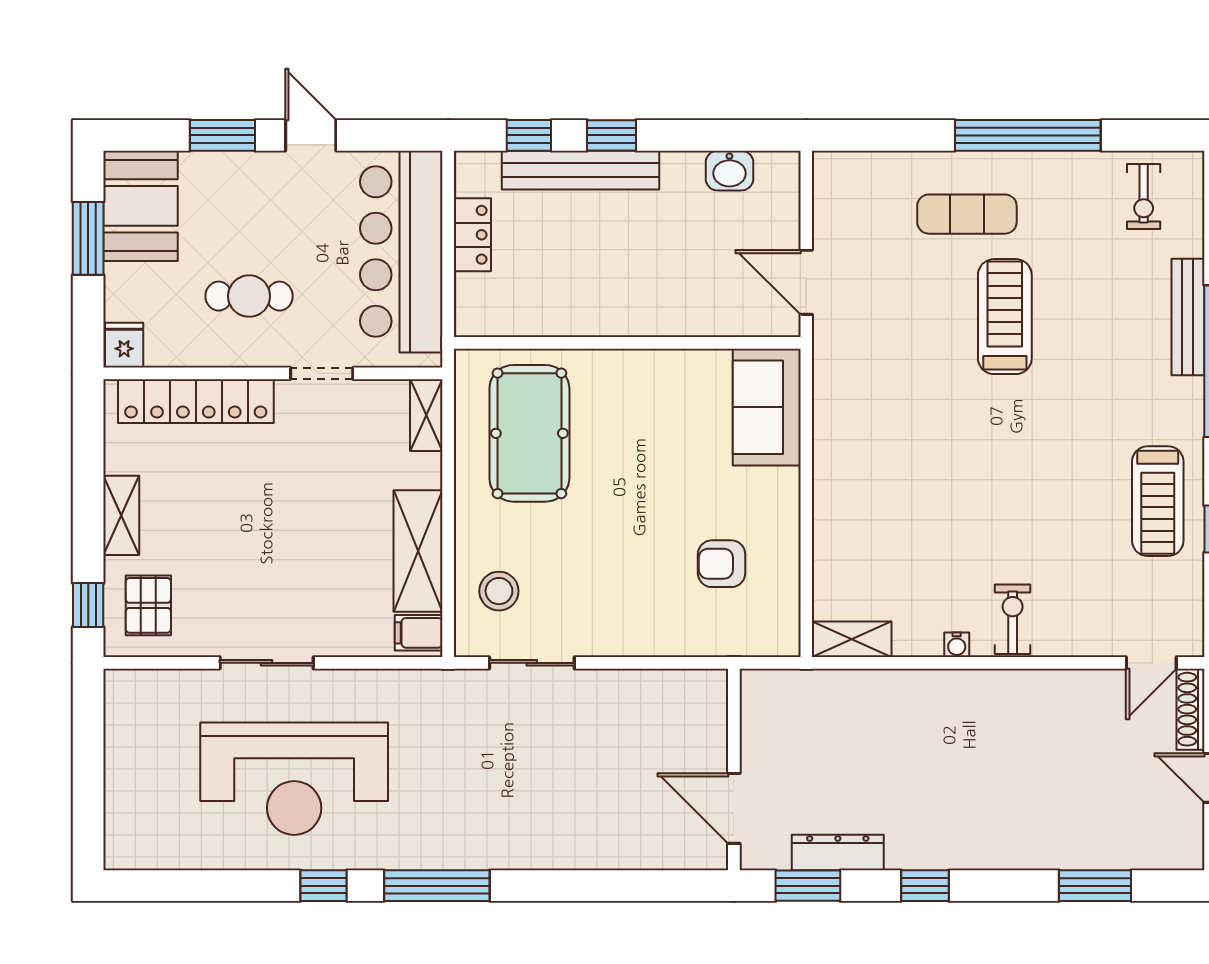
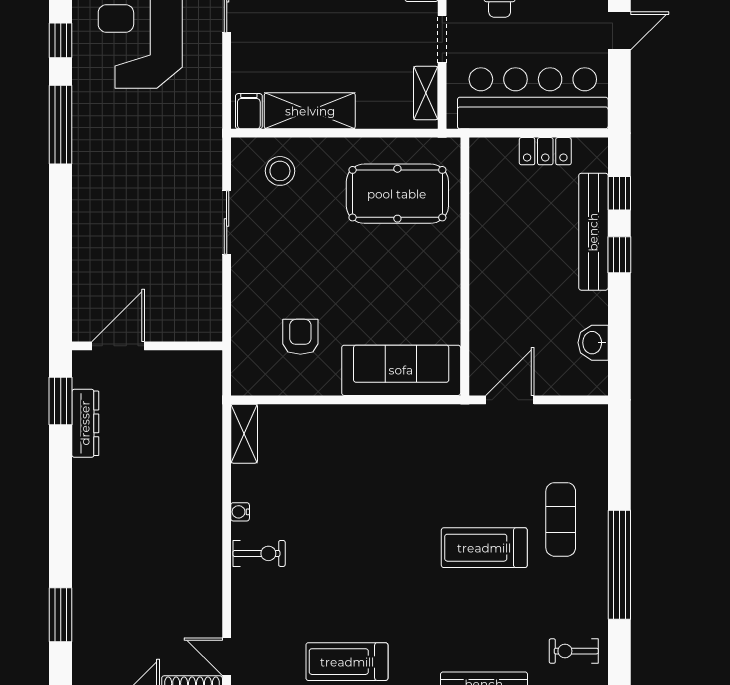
treadmill: (1005, 317) -> (484, 548), turned 180
sofa: (767, 407) -> (401, 370), width x1.36
shelving: (426, 415) -> (426, 93), moved, turned 90
sliding door: (532, 663) -> (227, 222), moved
window: (925, 886) -> (61, 488), removed

